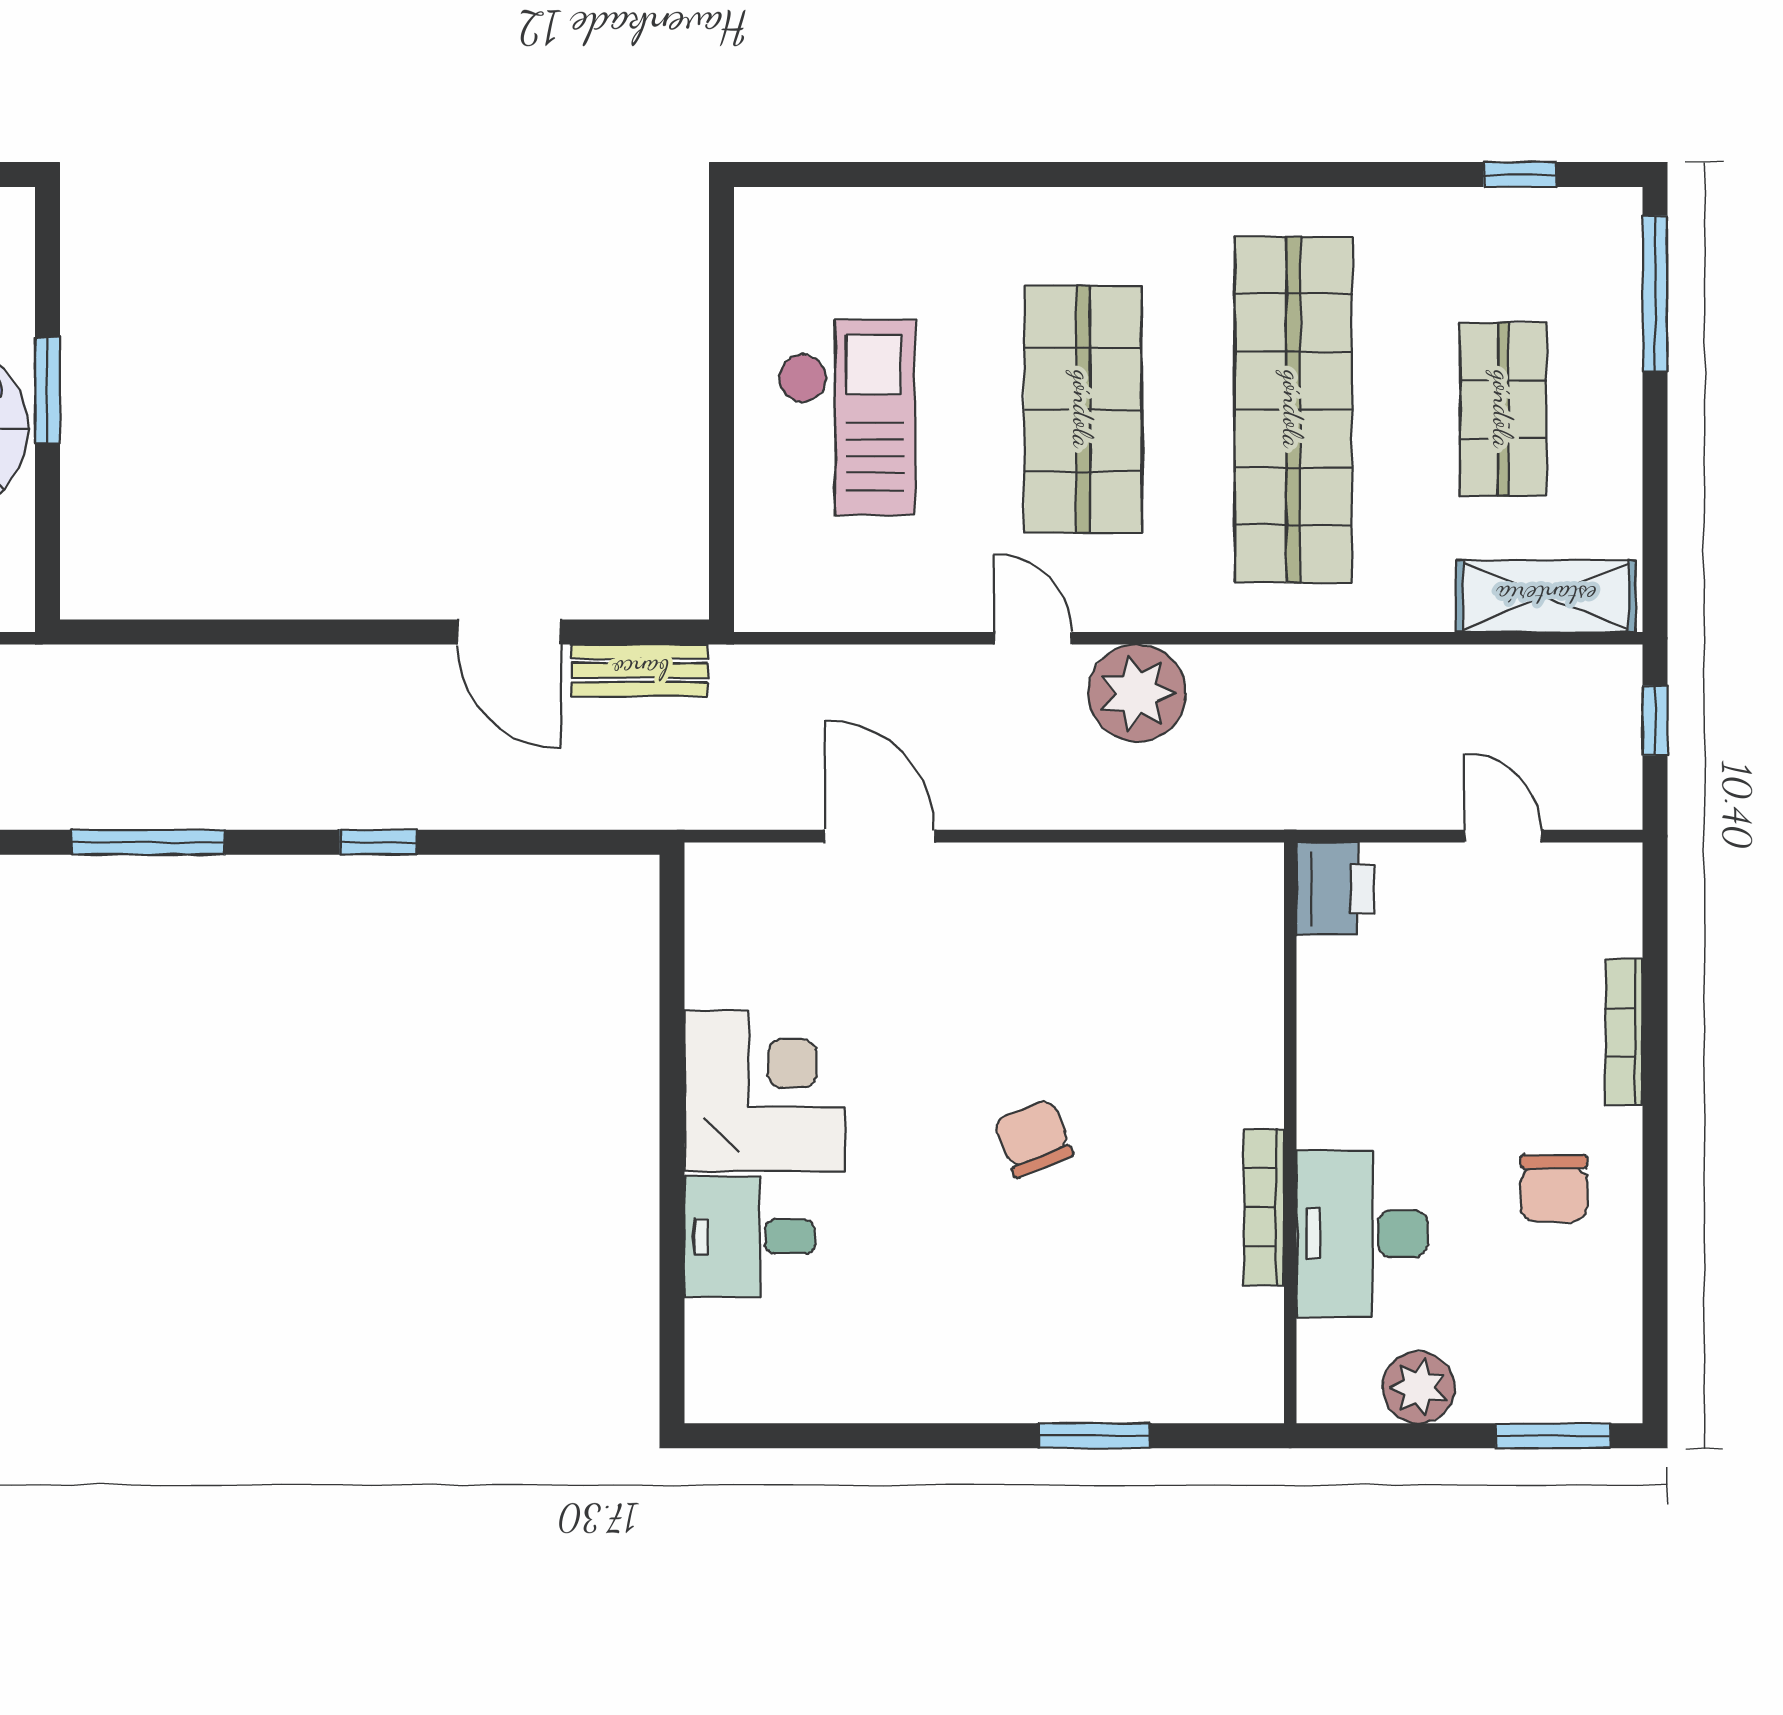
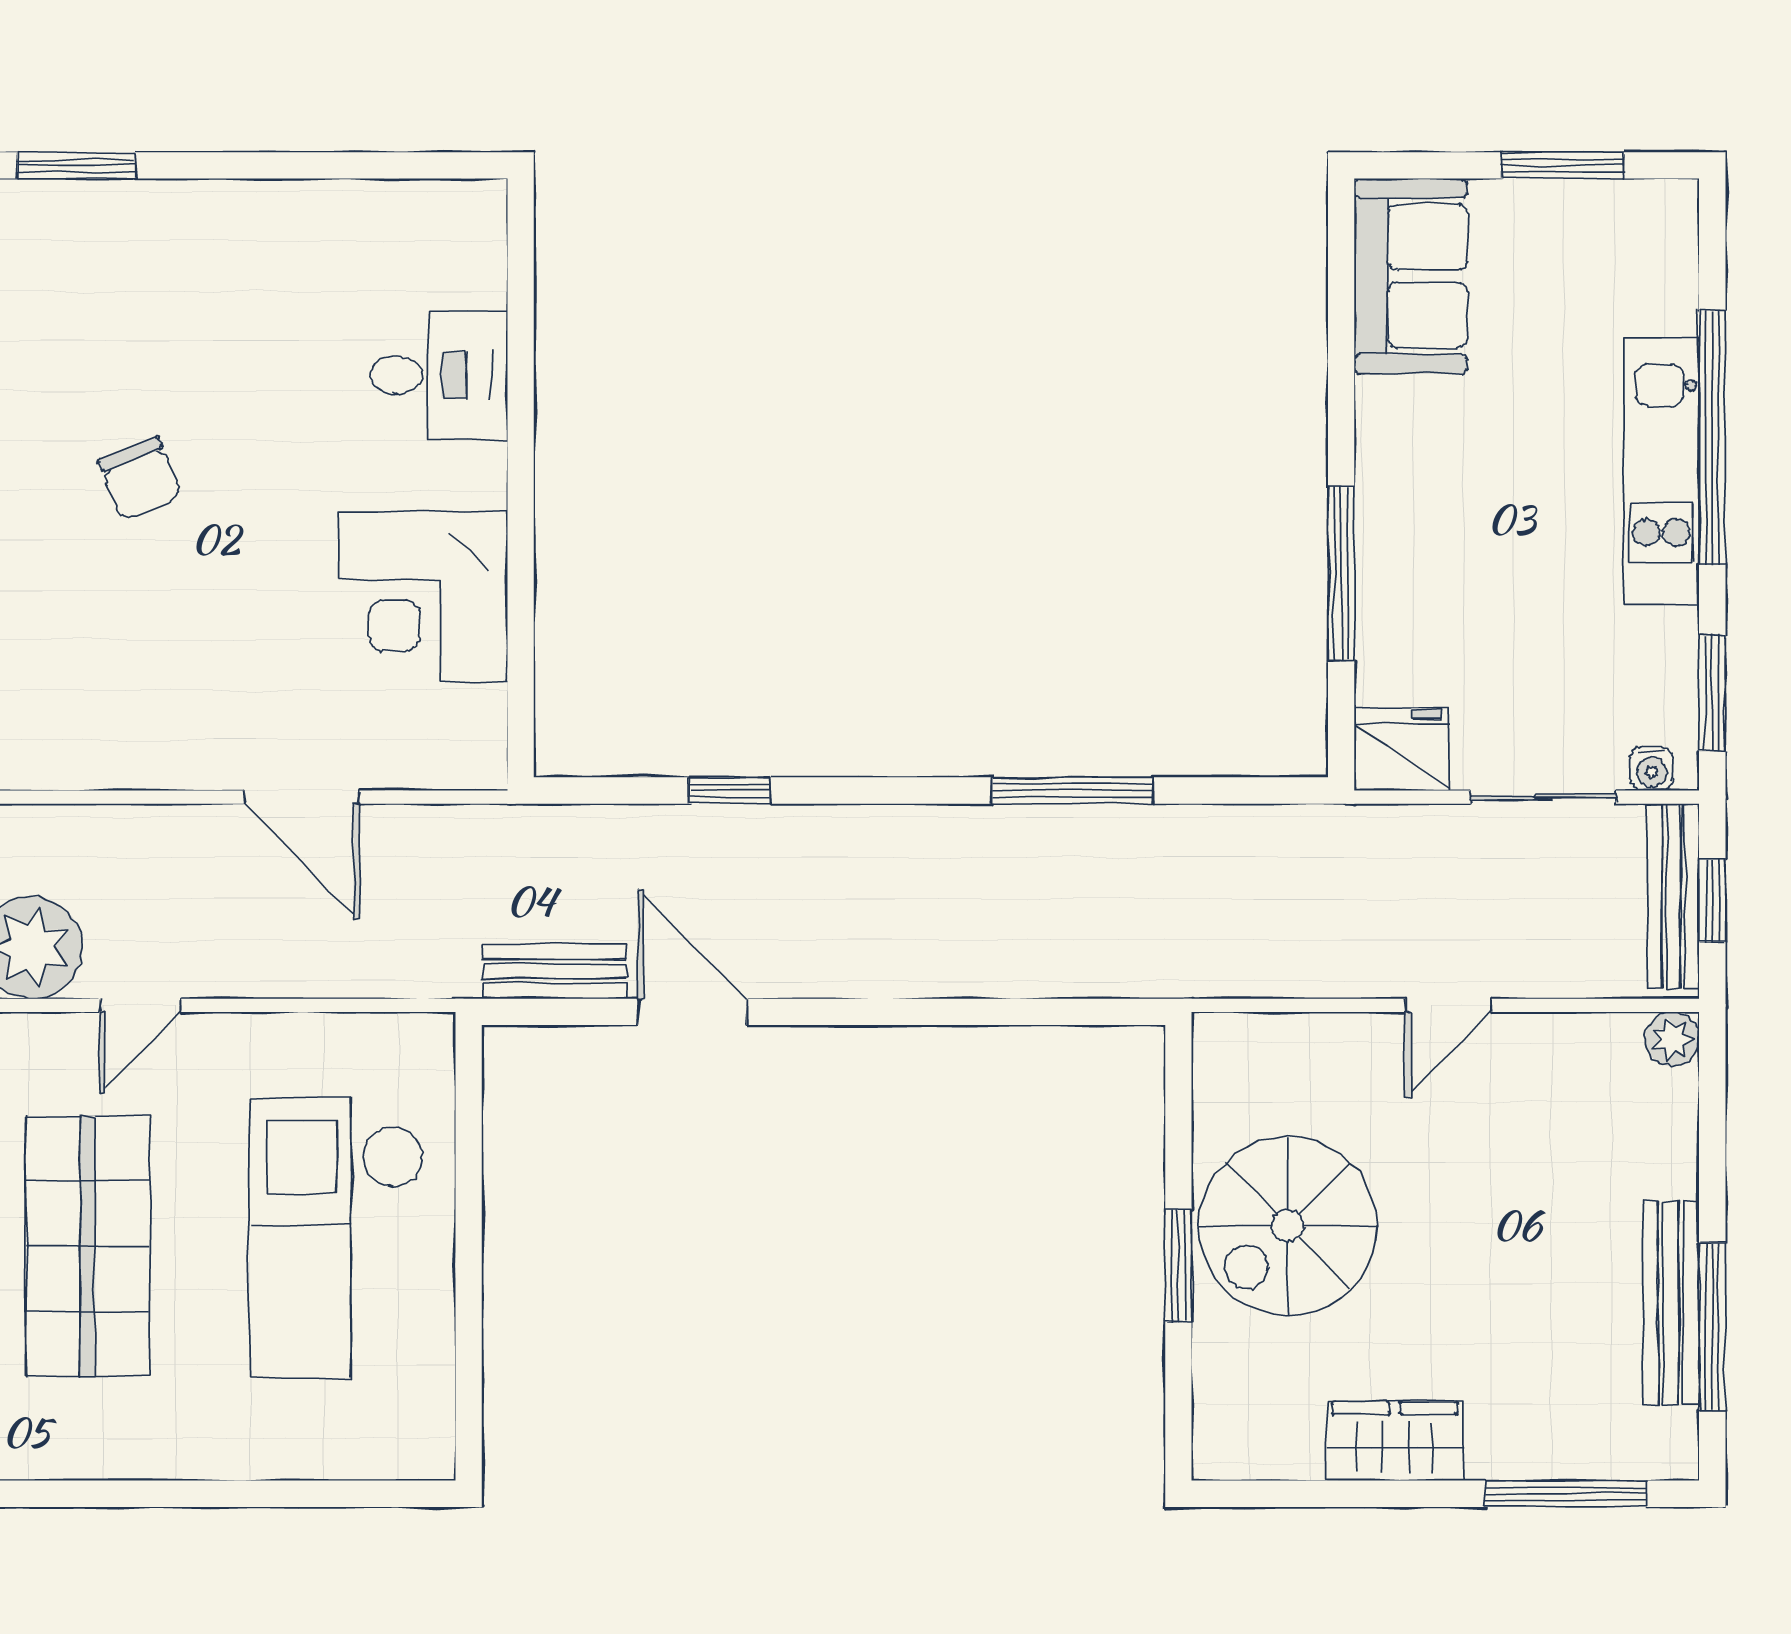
checkout: (846, 417) -> (337, 1238), width x1.36, depth x1.21
door: (1033, 638) -> (140, 1005), hinge flipped
window: (378, 842) -> (729, 791), moved
corner desk: (765, 1091) -> (423, 597), moved

